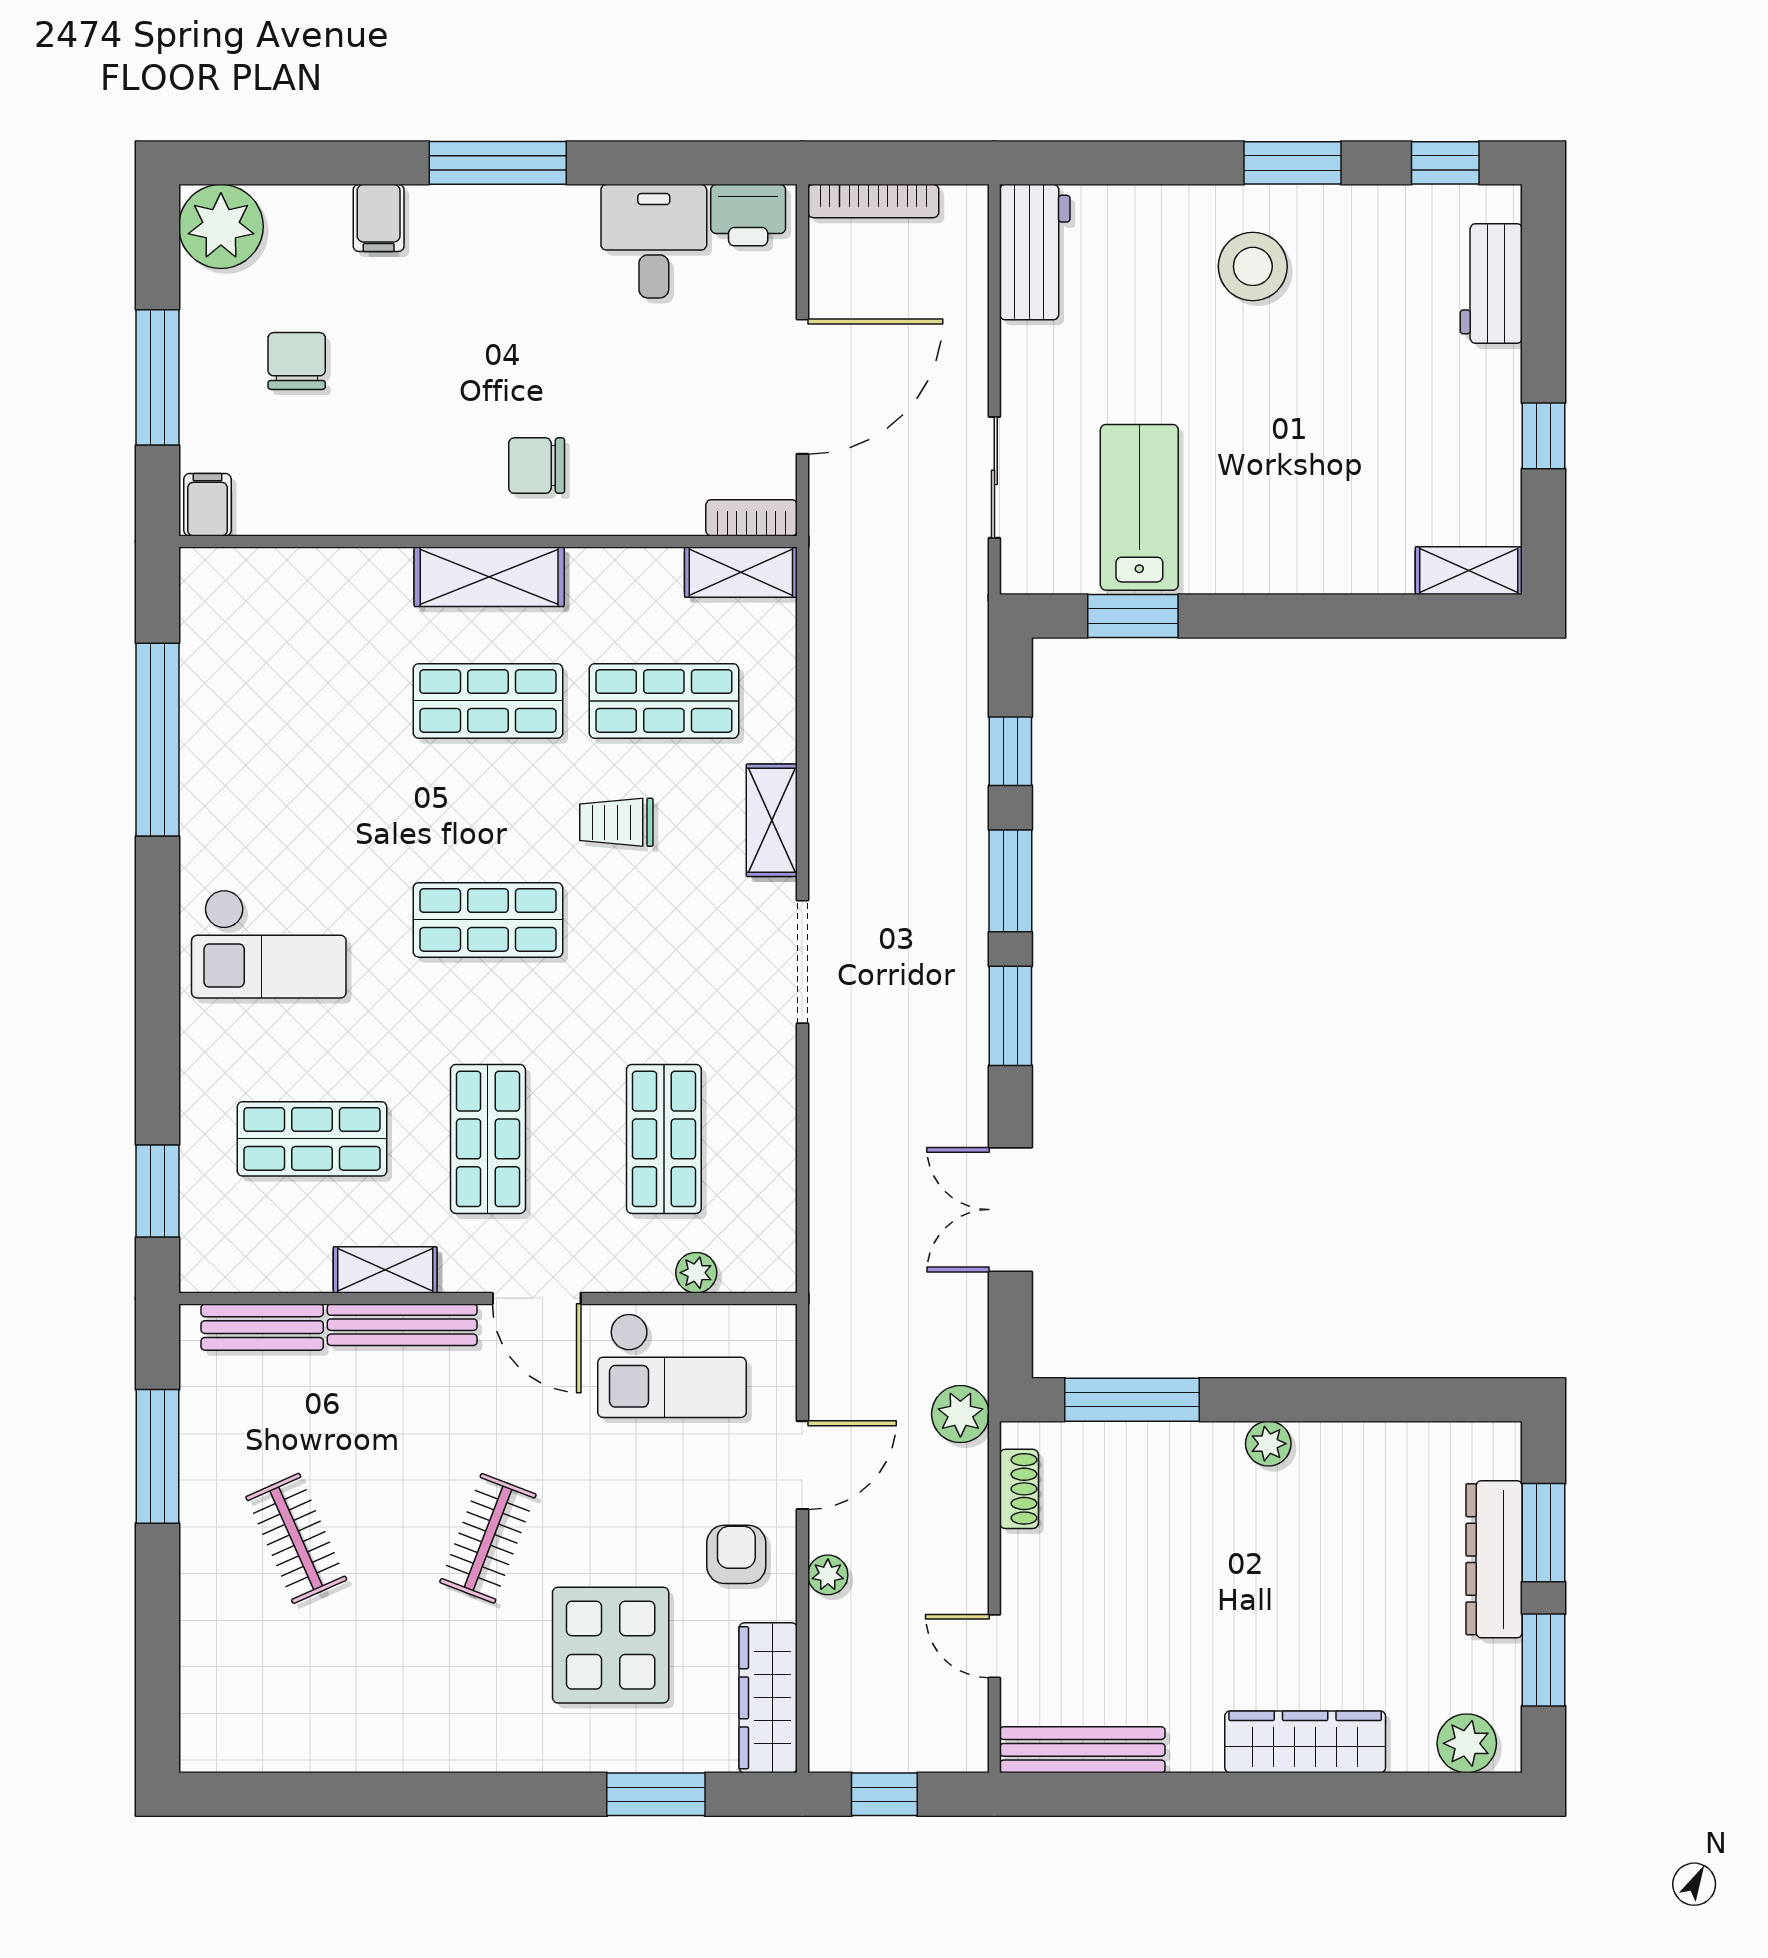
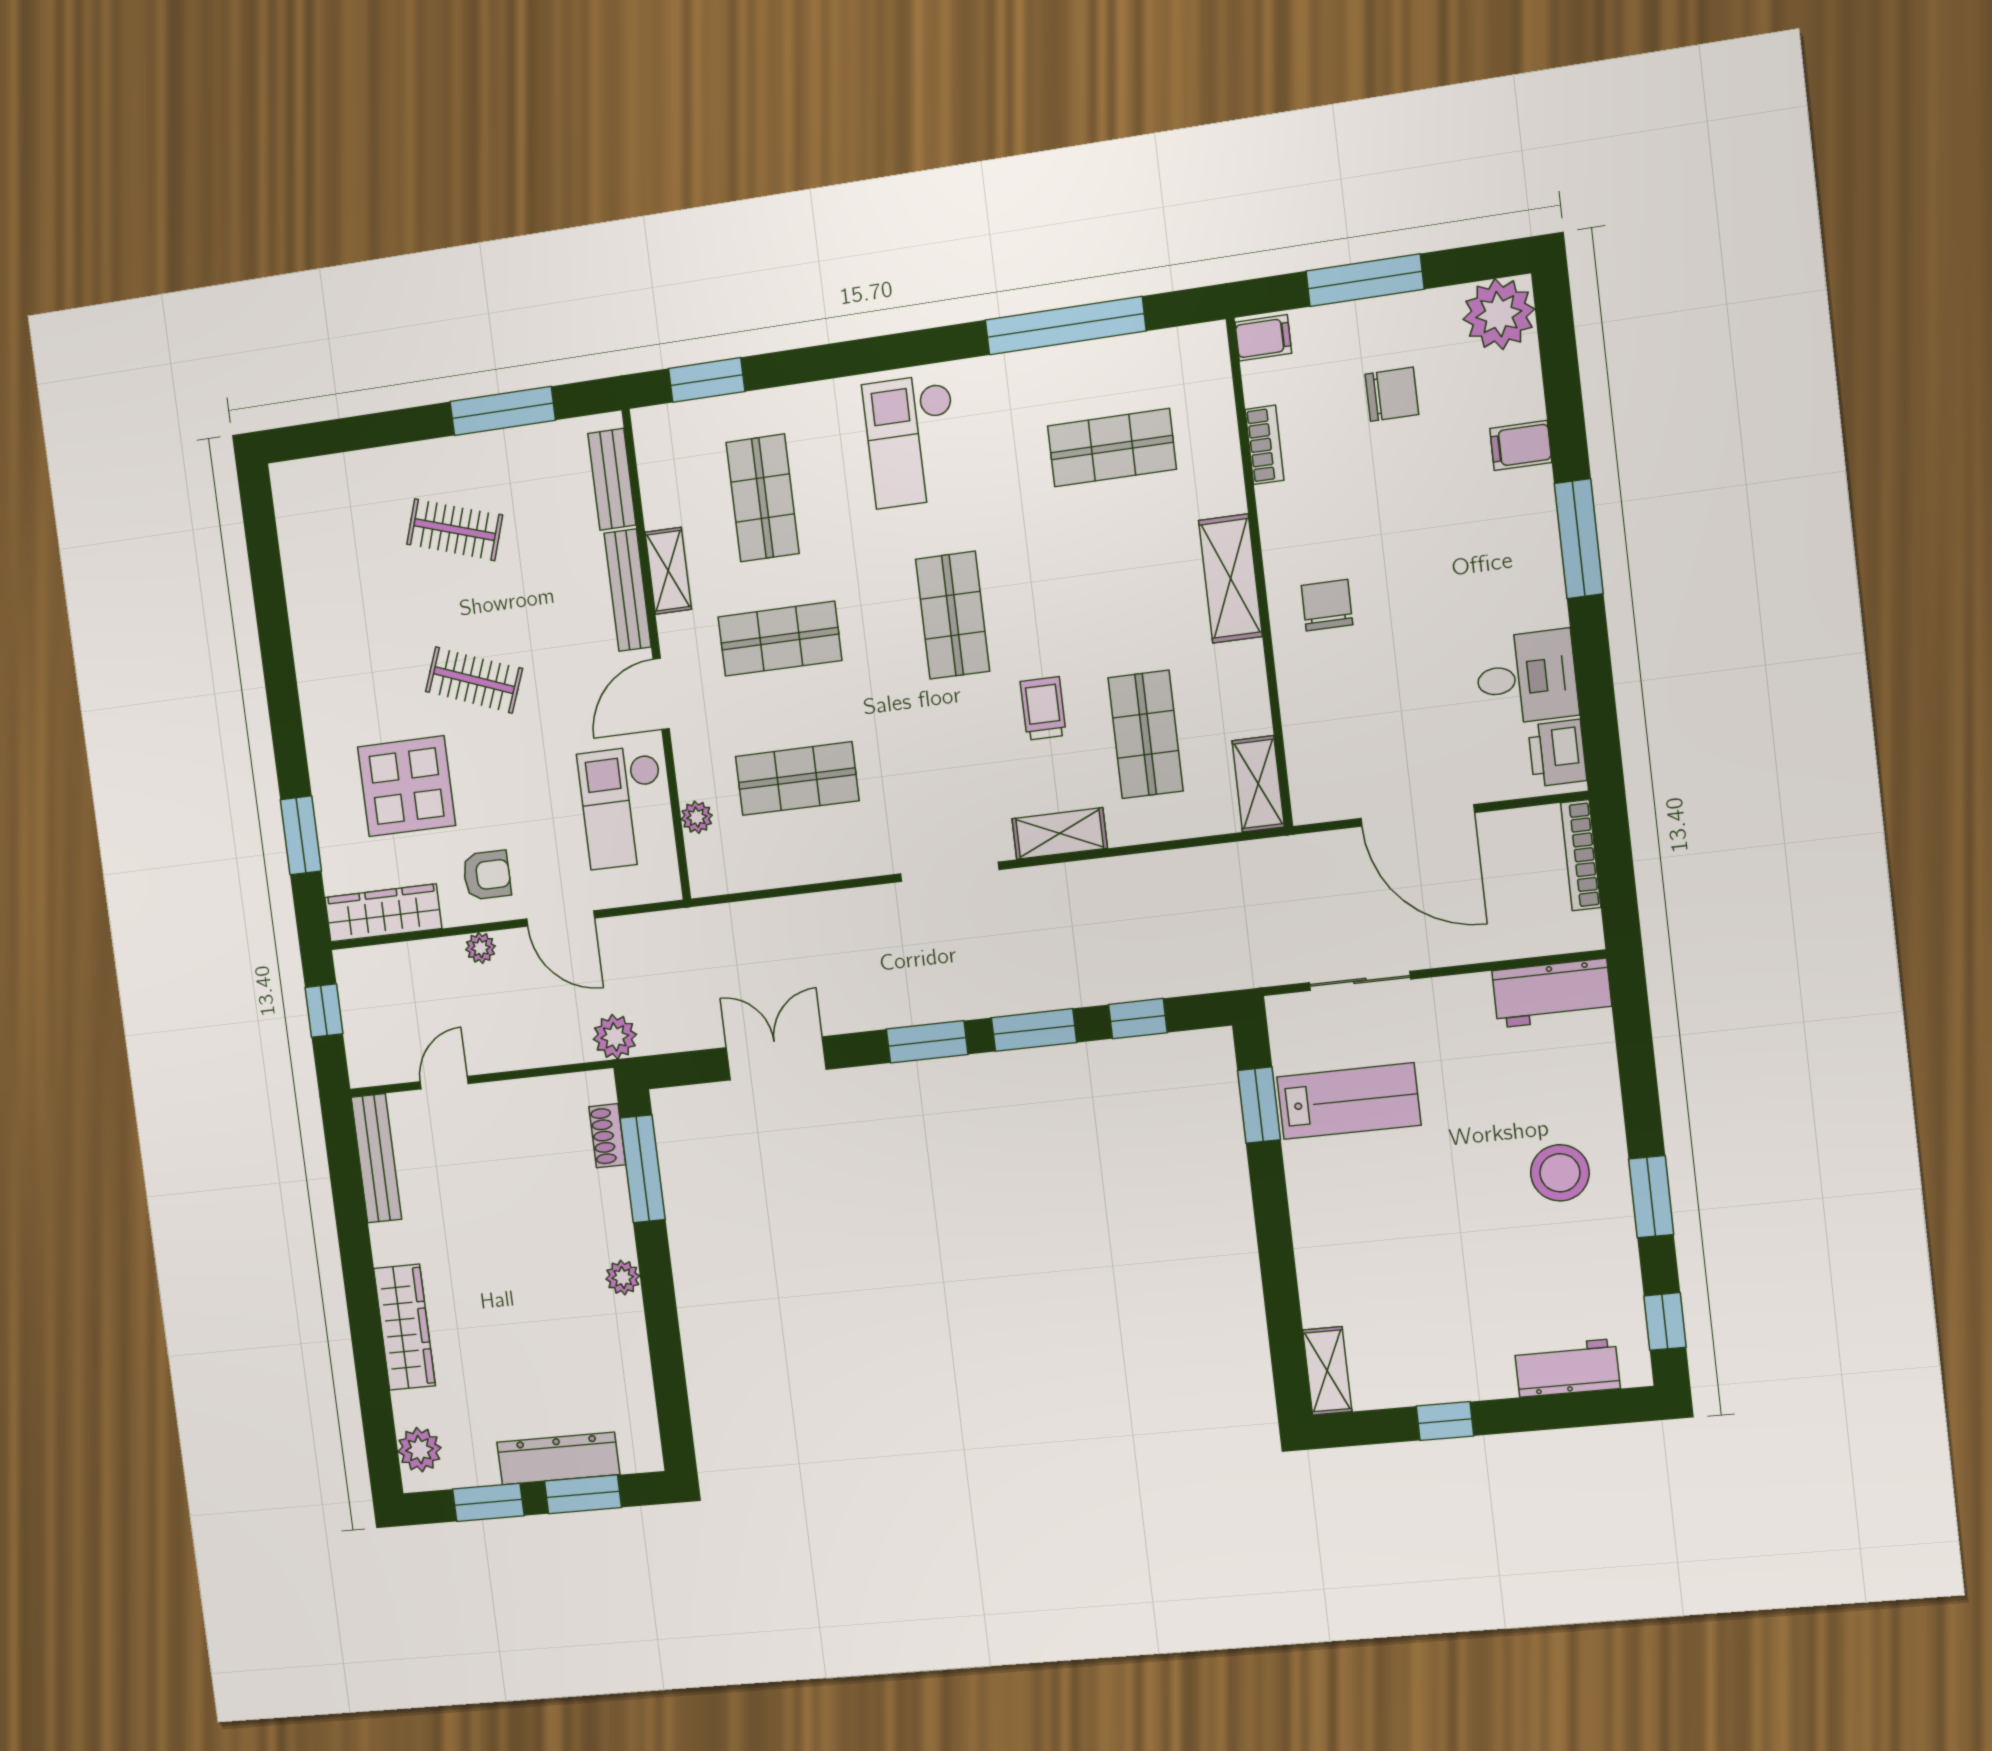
bookcase: (752, 518) -> (1264, 445), moved
shop shelf: (488, 701) -> (1112, 448), moved, turned 90
shoe rack: (1019, 1489) -> (607, 1136), moved, turned 90
clothes rail: (296, 1538) -> (455, 530), turned 42

